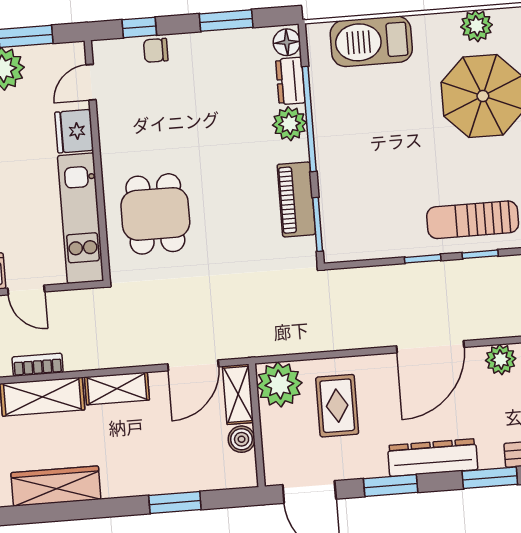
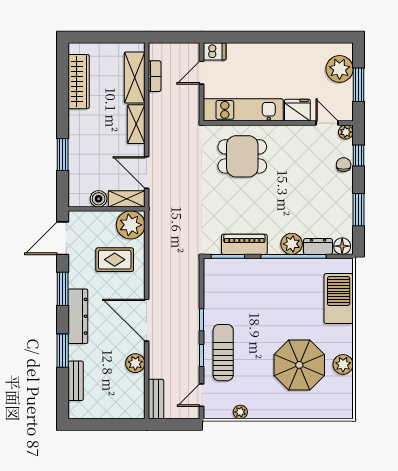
plant: (103, 51) -> (346, 132), added

